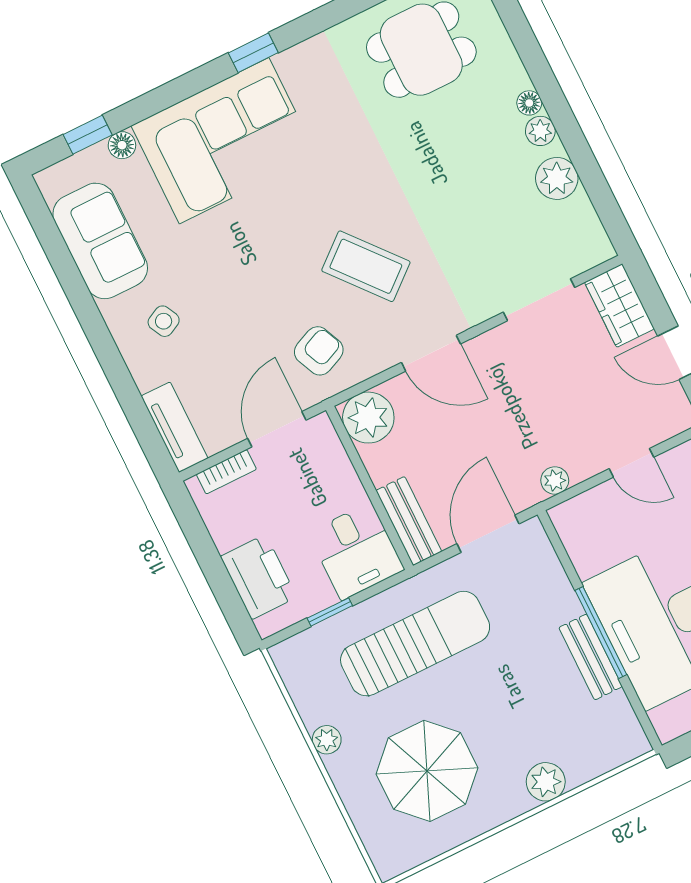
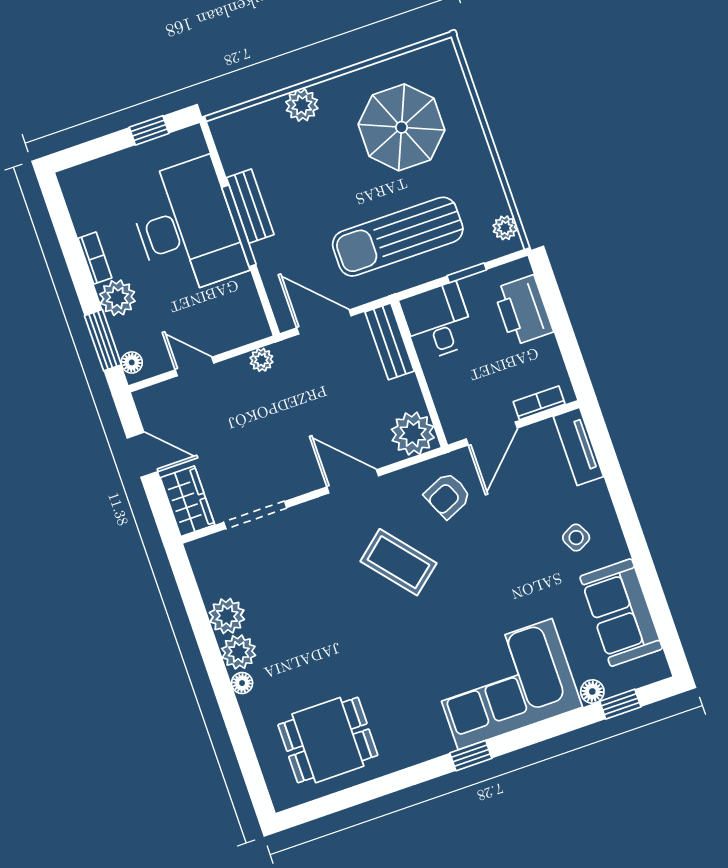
plant: (540, 131) -> (239, 652), width x1.38, depth x1.38
door: (488, 534) -> (324, 322), swing flipped
plant: (327, 740) -> (505, 228), moved

